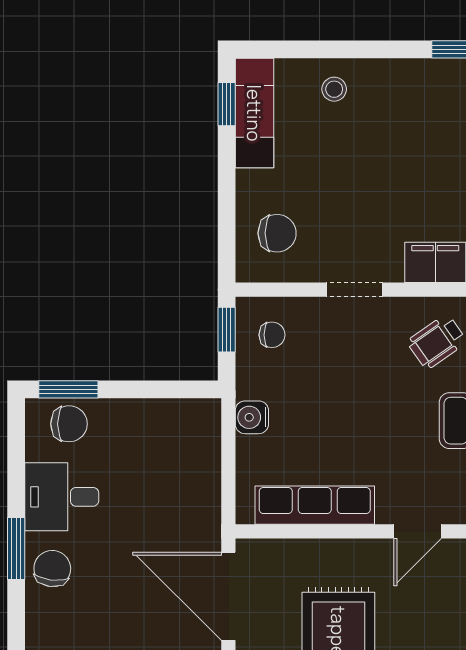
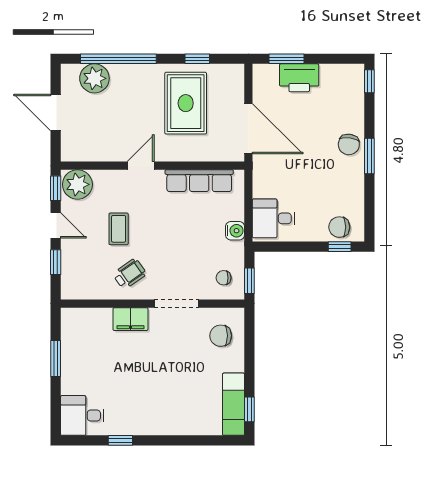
stool: (334, 89) -> (188, 418), removed
doorway: (355, 290) -> (176, 304), width x1.38
window: (68, 389) -> (340, 247), width x0.67
desk: (62, 497) -> (273, 218), moved, turned 180

